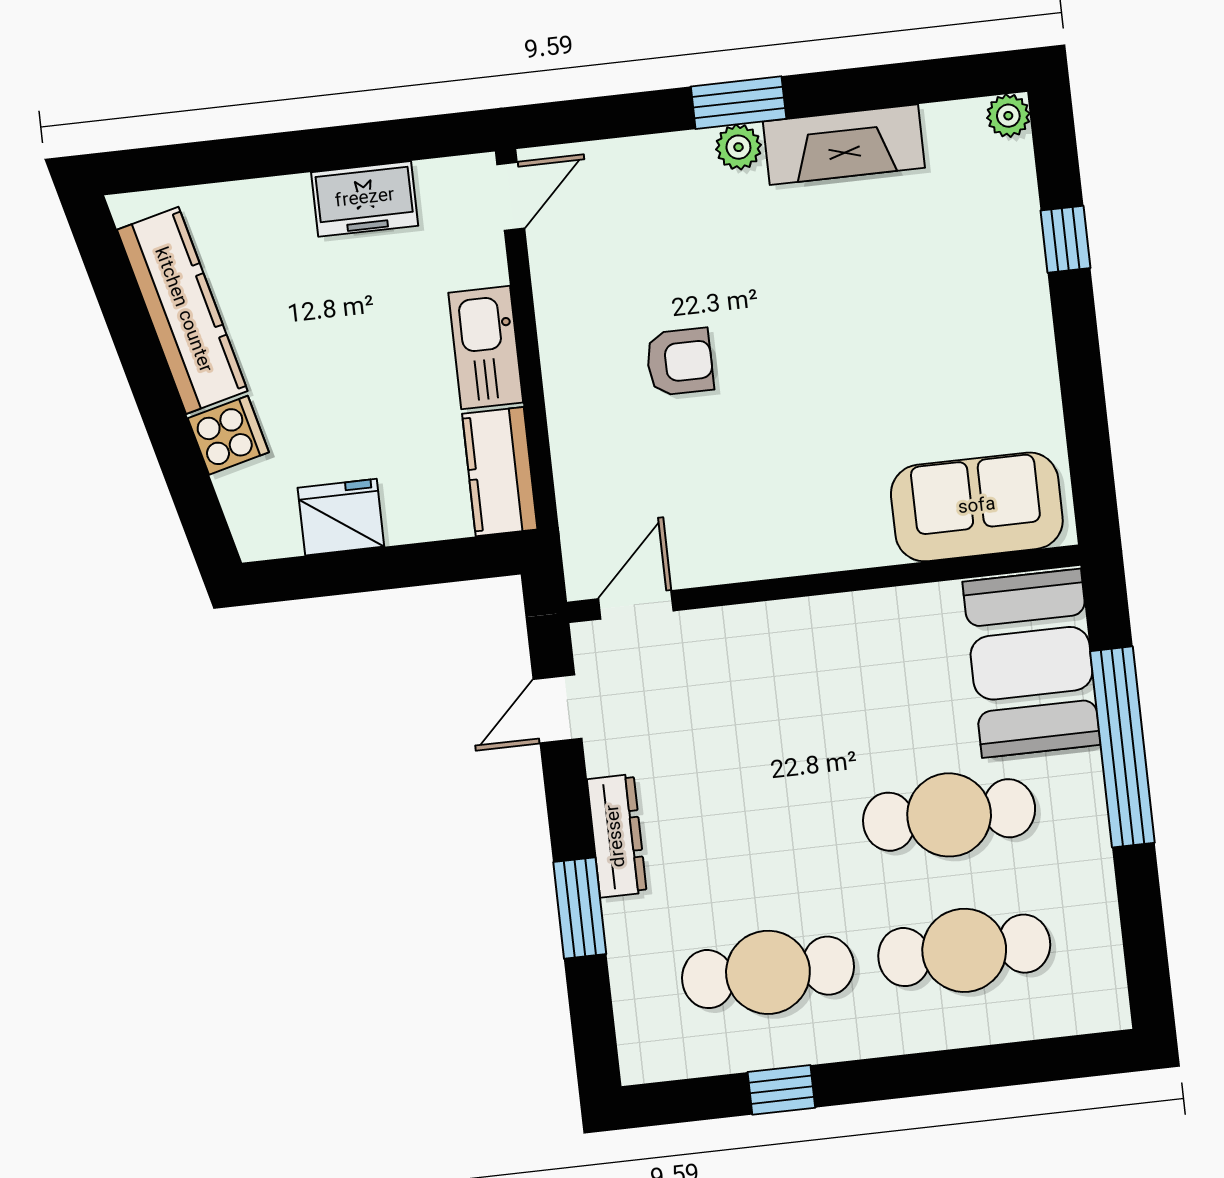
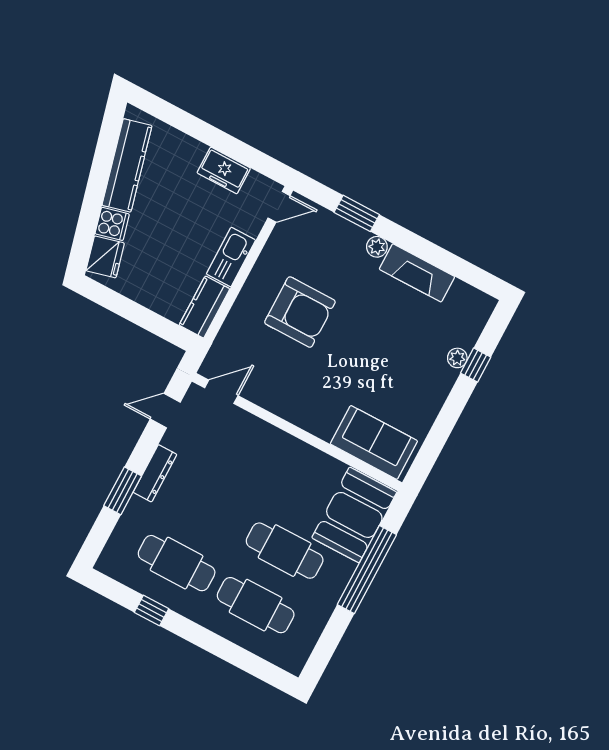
window: (739, 103) -> (357, 213), moved
plant: (1008, 116) -> (457, 358), moved
armchair: (680, 362) -> (300, 312), width x1.88, depth x1.88
fridge: (341, 517) -> (105, 257), moved, turned 76

